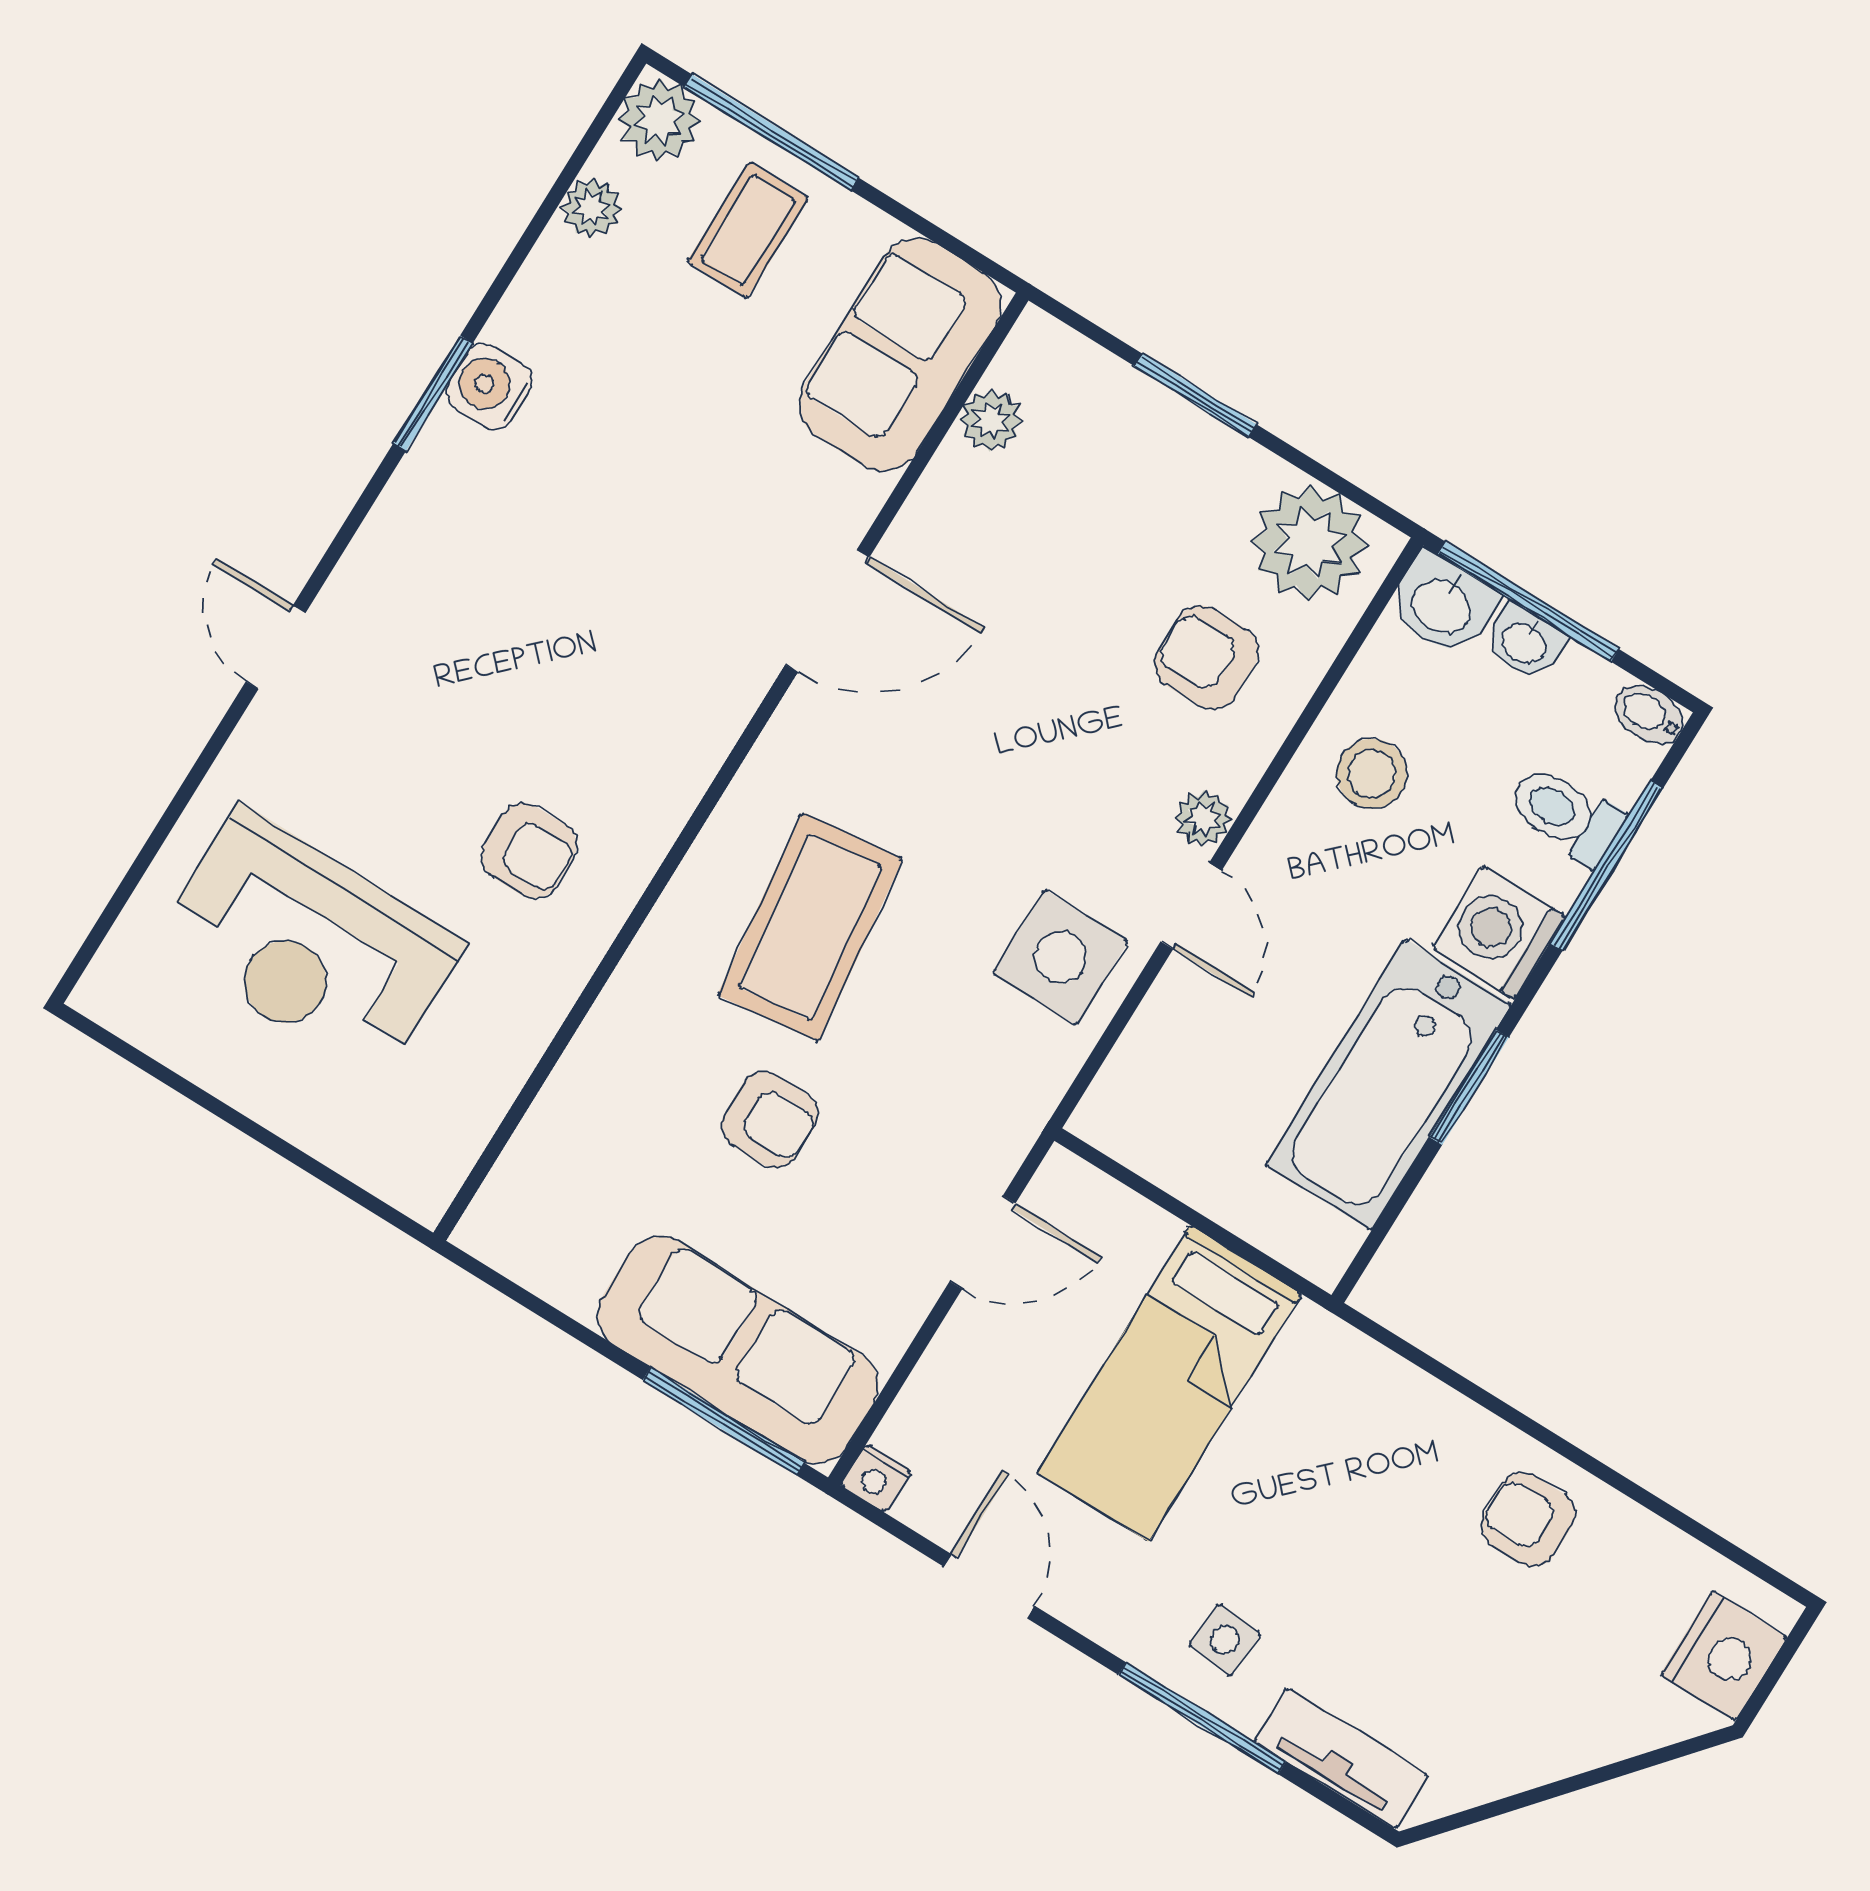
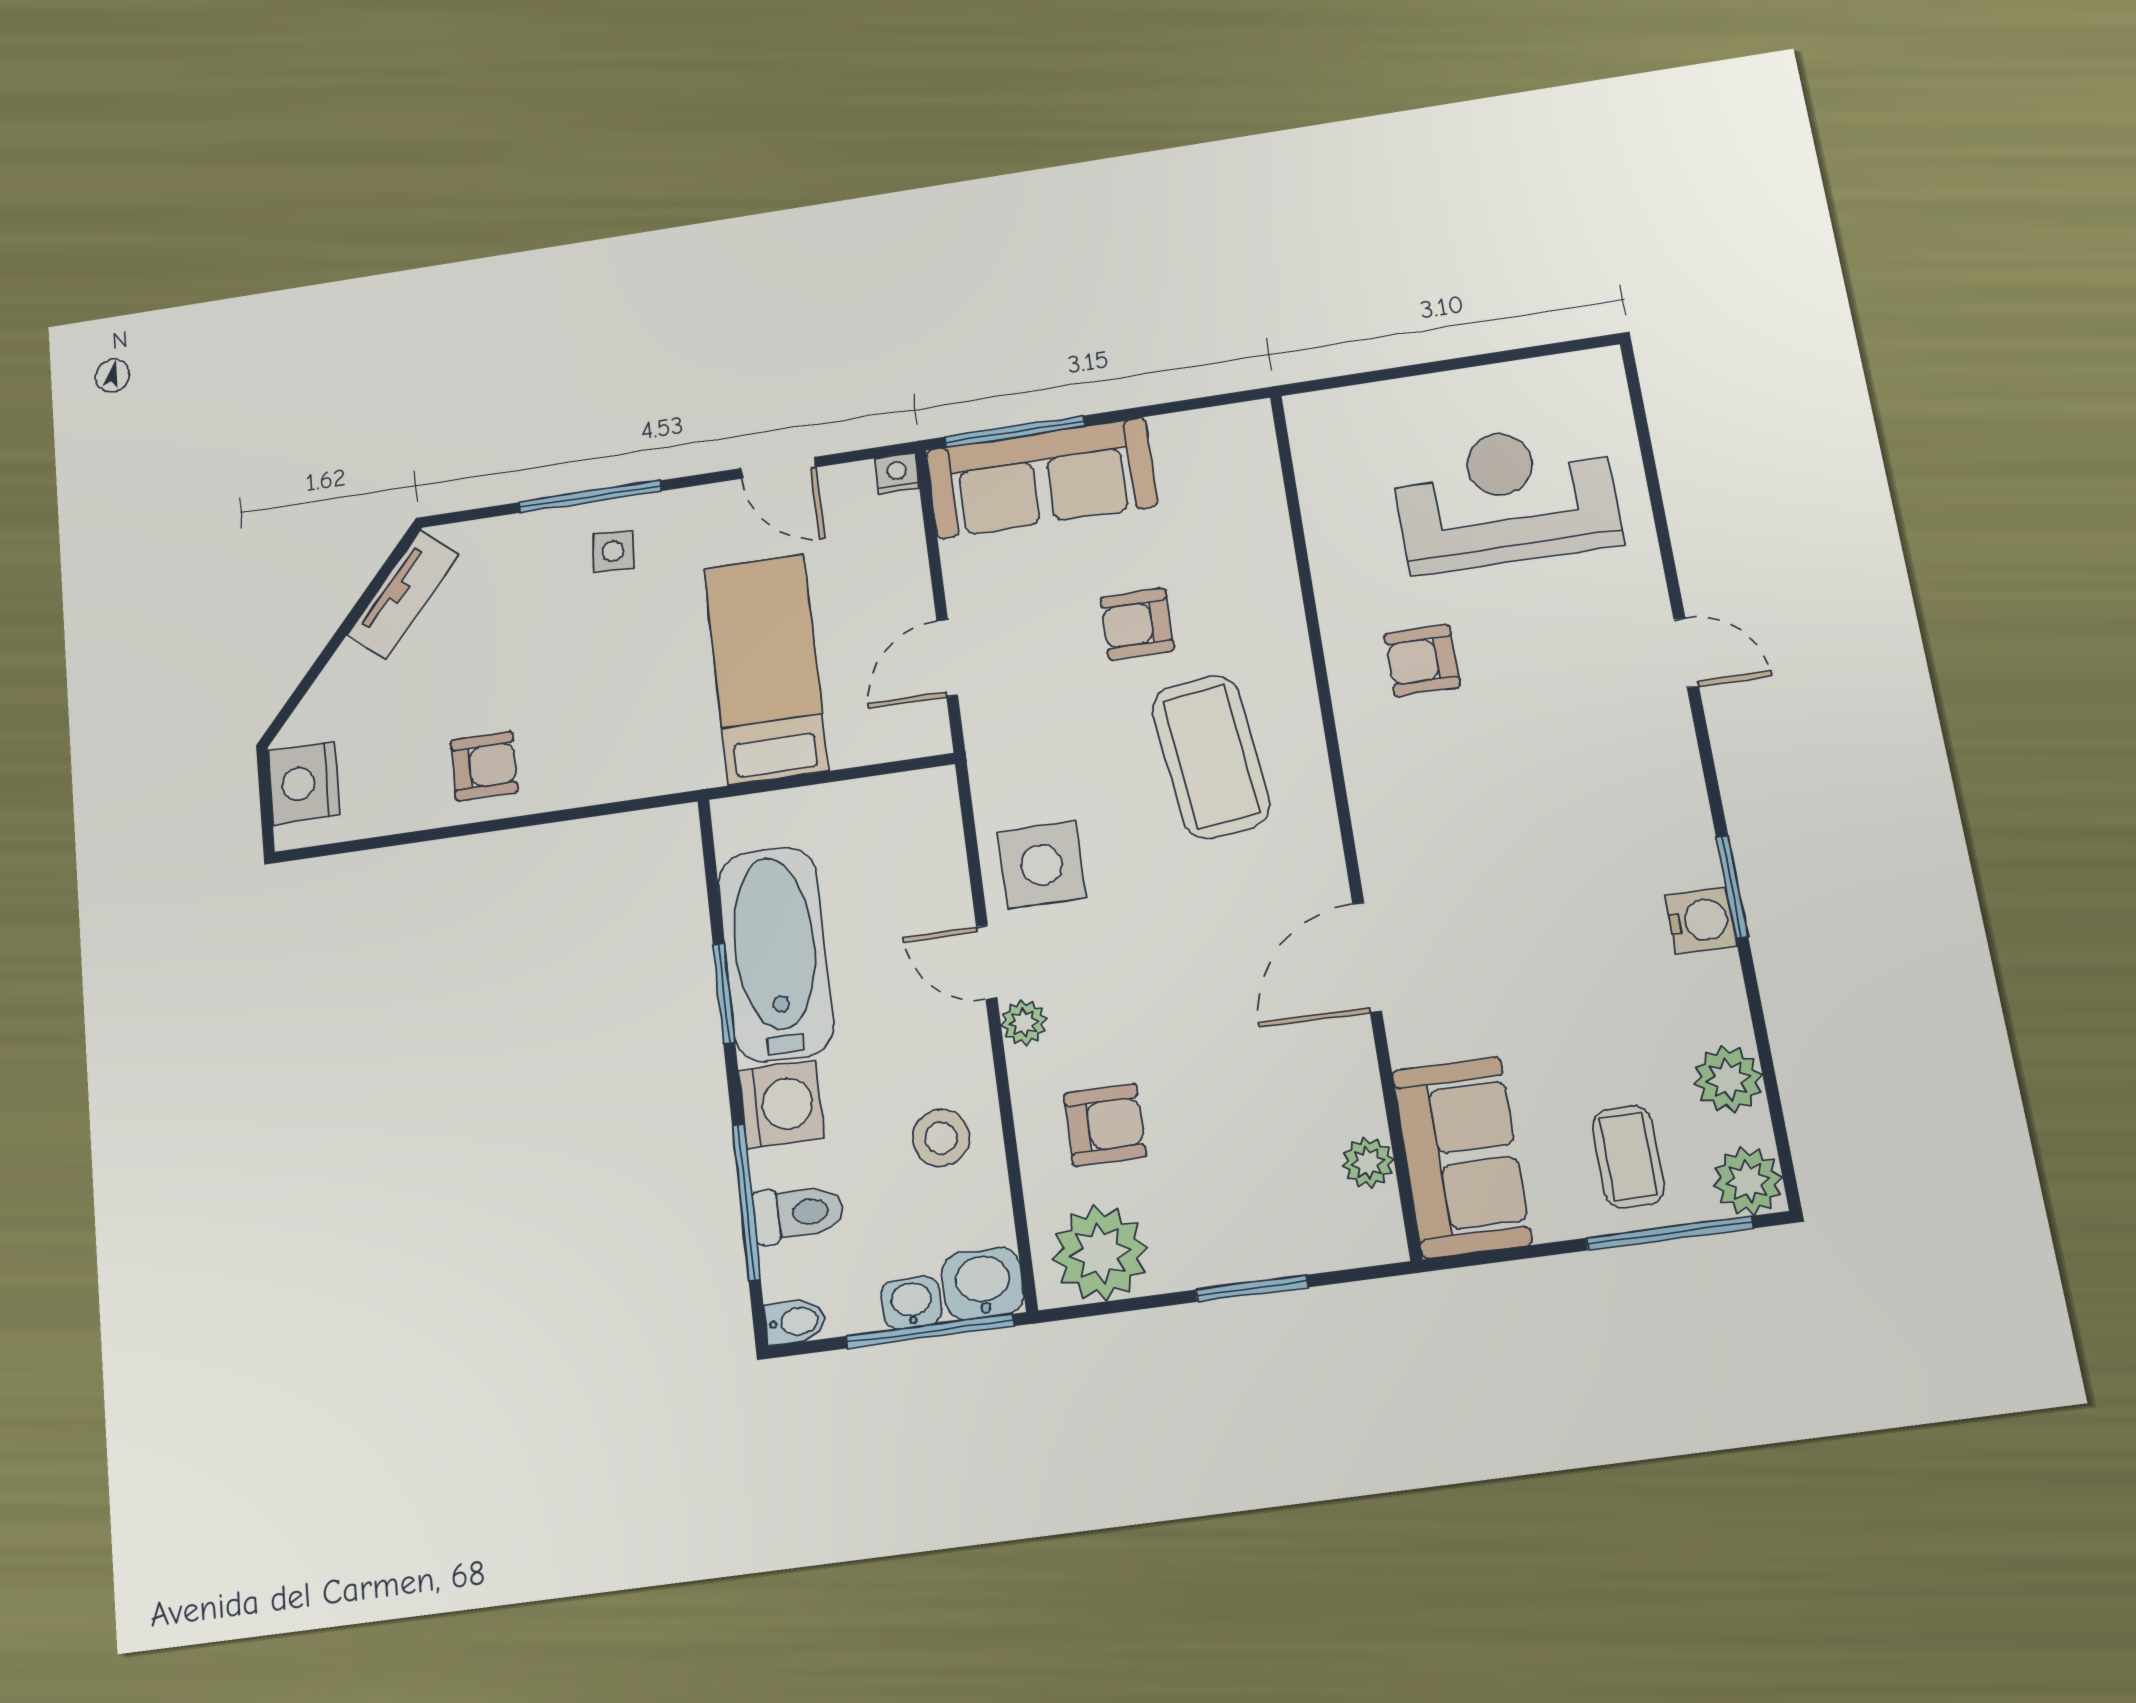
plant: (592, 208) -> (1728, 1079), width x1.38, depth x1.38
tv unit: (1341, 1758) -> (403, 595), moved, turned -49

